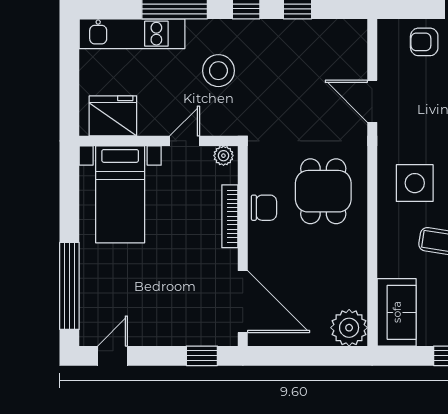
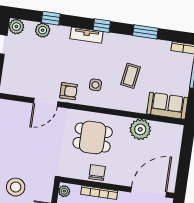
armchair: (424, 42) -> (69, 91), moved, turned -90
side table: (415, 183) -> (95, 85), width x0.54, depth x0.54
plant: (349, 328) -> (140, 129), moved

